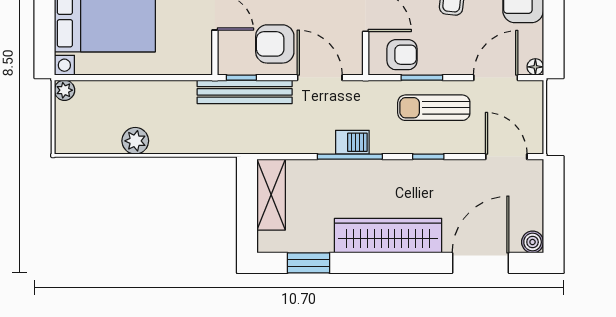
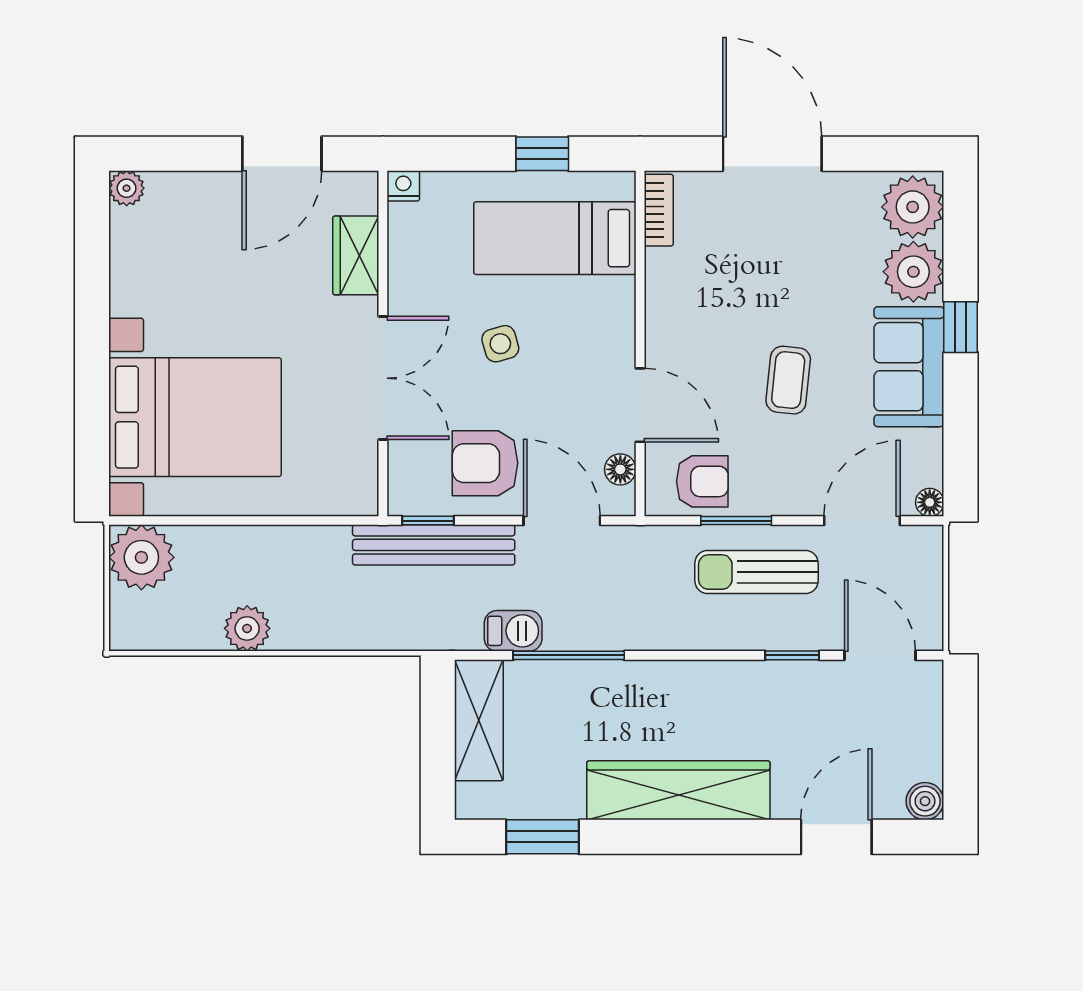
floor lamp: (354, 48) -> (620, 469), added
plant: (64, 90) -> (141, 557), width x1.88, depth x1.88
barbecue: (352, 142) -> (513, 631), moved
window: (350, 157) -> (569, 655), moved
window: (428, 157) -> (792, 655), moved
door: (481, 263) -> (836, 837), width x0.73

